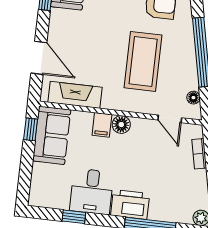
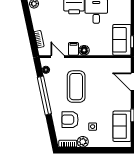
fireplace: (75, 95) -> (112, 64), removed
filing cabinet: (102, 125) -> (73, 49), moved

